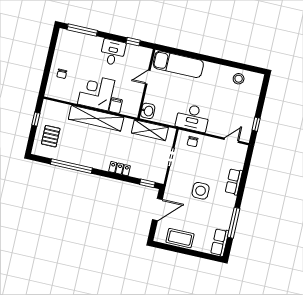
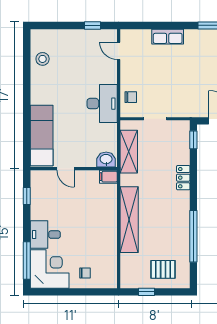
desk: (113, 52) -> (45, 235), moved
corner desk: (96, 92) -> (50, 269), moved, turned 180
filing cabinet: (116, 105) -> (108, 177), moved
side table: (201, 191) -> (188, 74), removed

